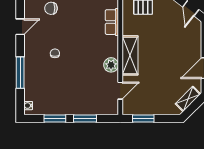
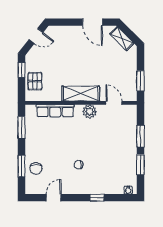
row of seats: (112, 22) -> (55, 111), width x1.48
door: (20, 27) -> (53, 198), hinge flipped
window: (20, 73) -> (97, 198), width x0.46

